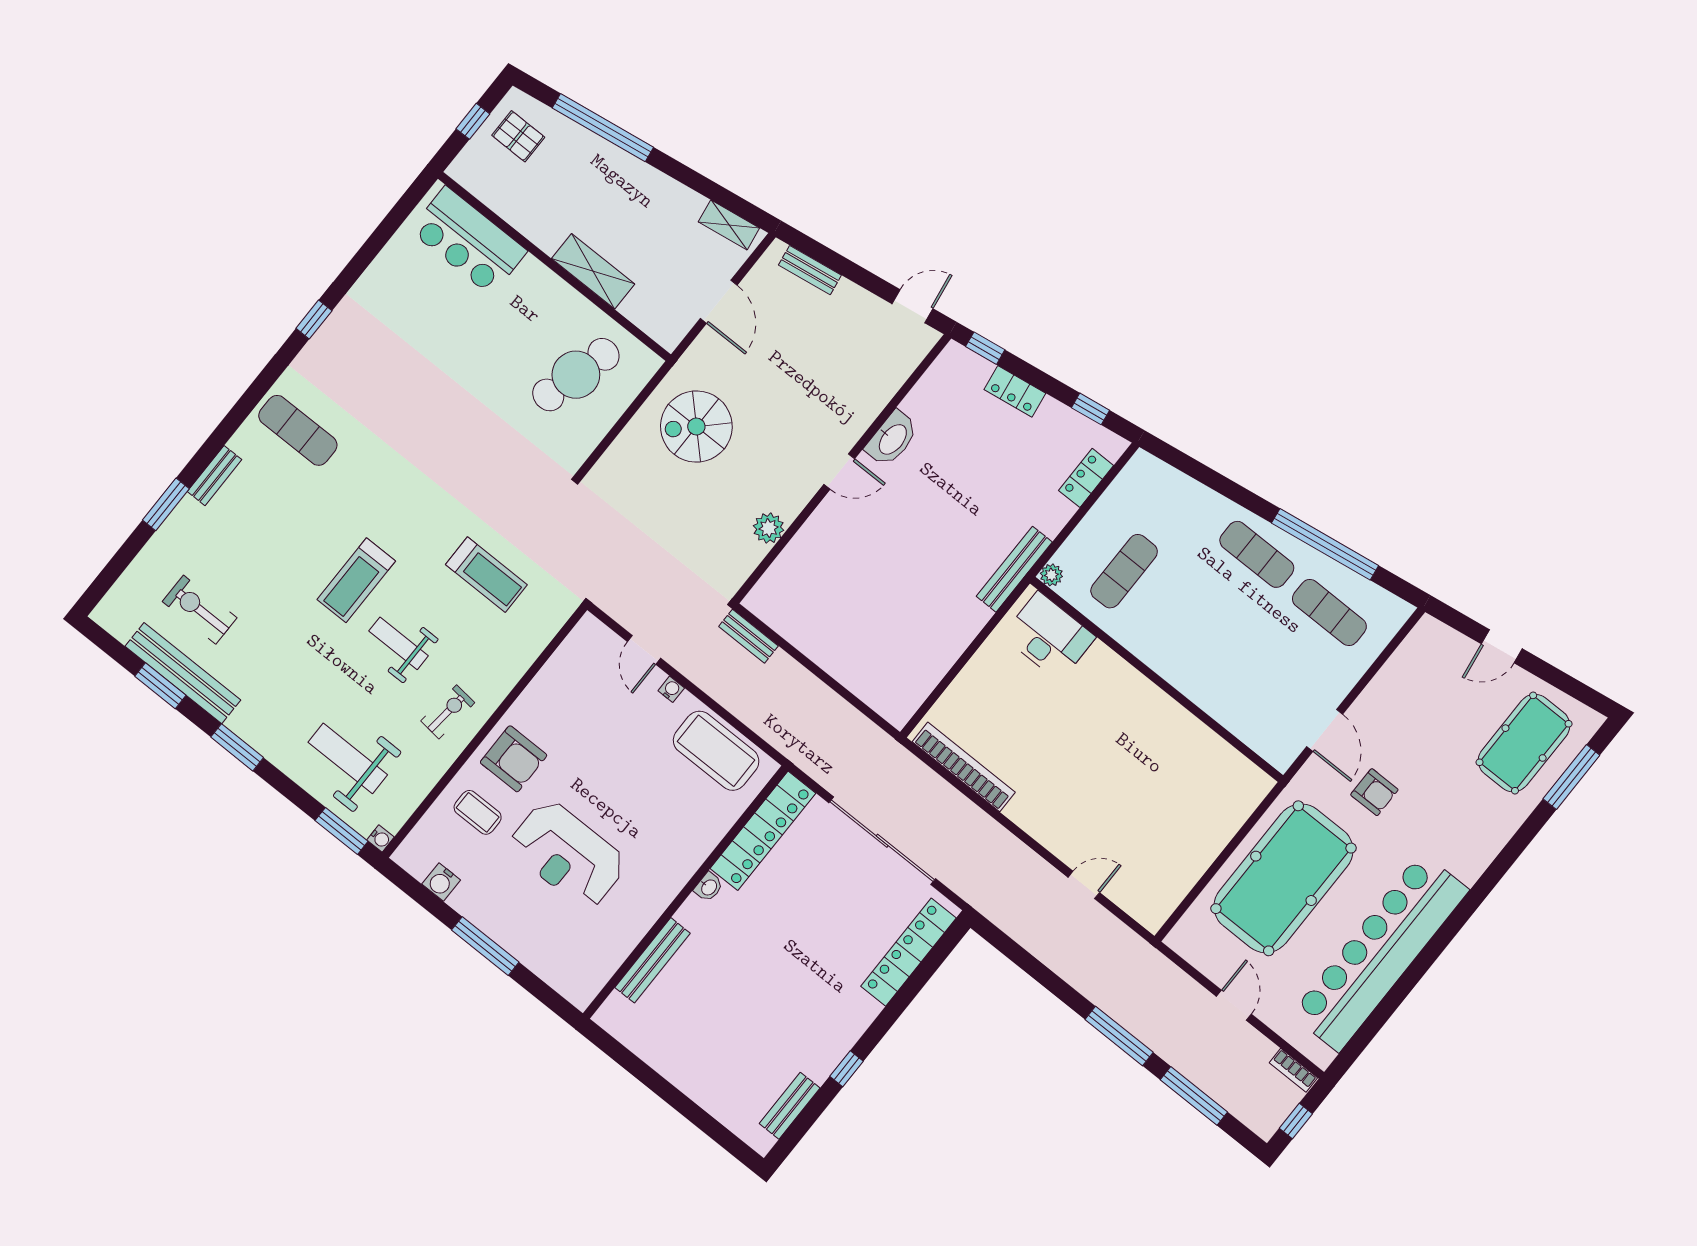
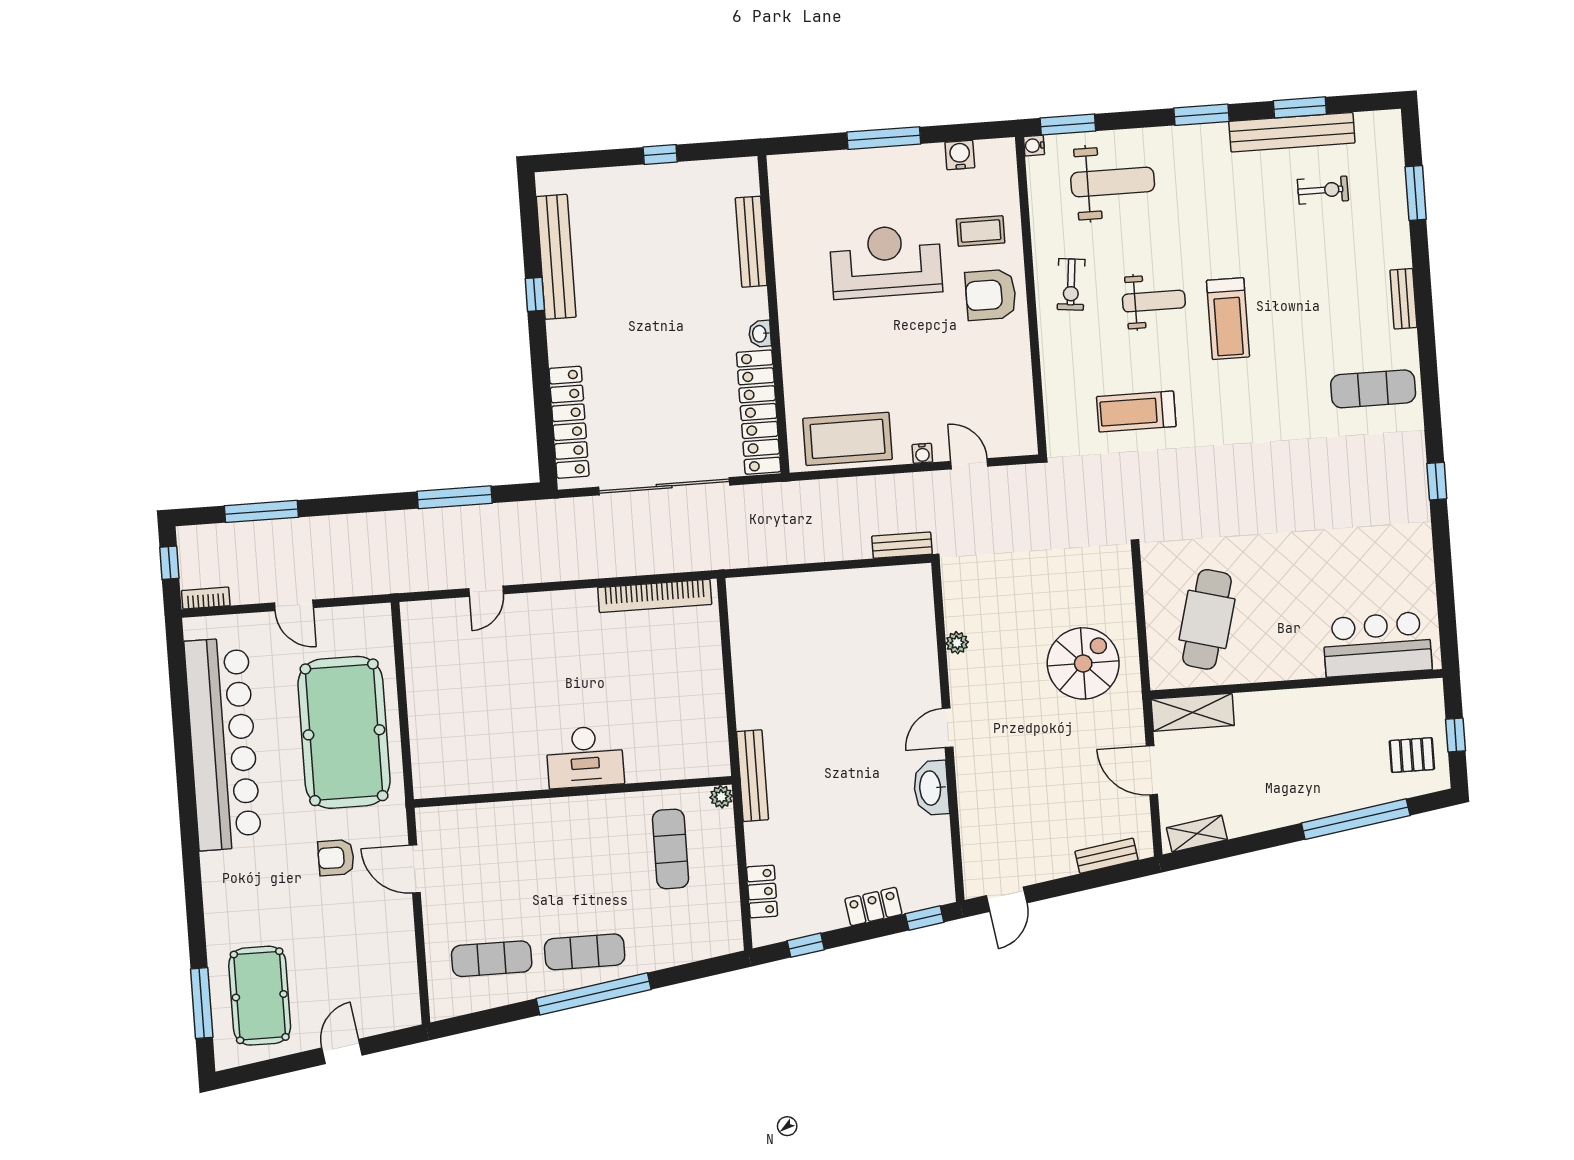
shelving: (593, 271) -> (1193, 712), moved
window: (166, 504) -> (1416, 193), moved
plant: (769, 528) -> (957, 643), width x0.73, depth x0.73
window: (1325, 544) -> (594, 994), moved
treadmill: (356, 580) -> (1228, 319), turned 180
exercise bike: (200, 610) -> (1323, 190), width x0.73, depth x0.72
desk: (1049, 636) -> (585, 757), moved
window: (1119, 1036) -> (455, 497), moved
window: (660, 1086) -> (660, 154), added
bench: (790, 1106) -> (556, 257), width x1.86, depth x1.21

